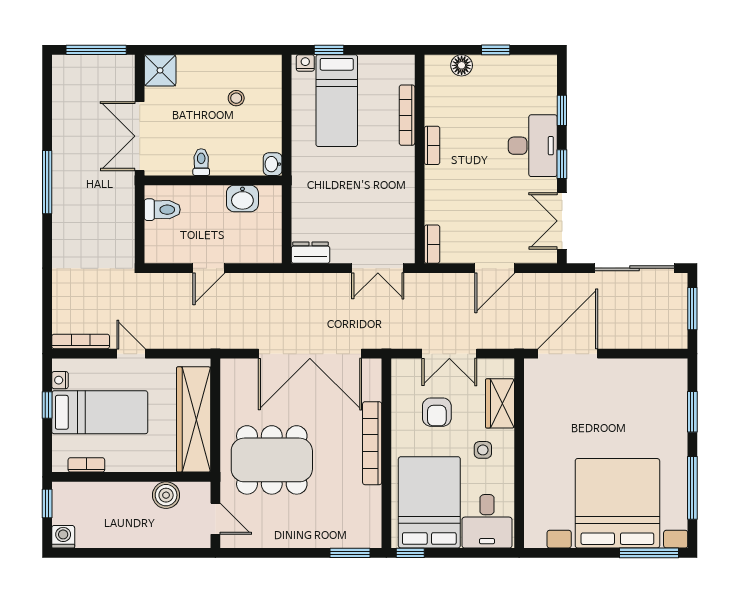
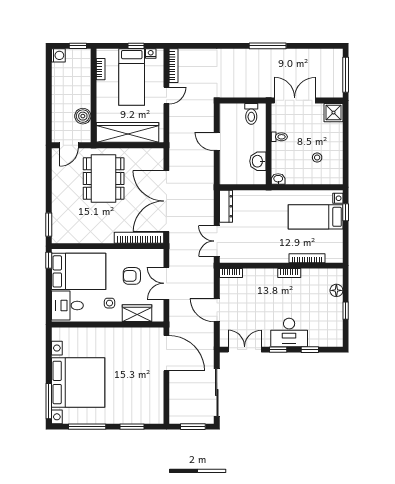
dresser: (311, 253) -> (226, 206), width x1.44
bookcase: (372, 443) -> (139, 238), moved

